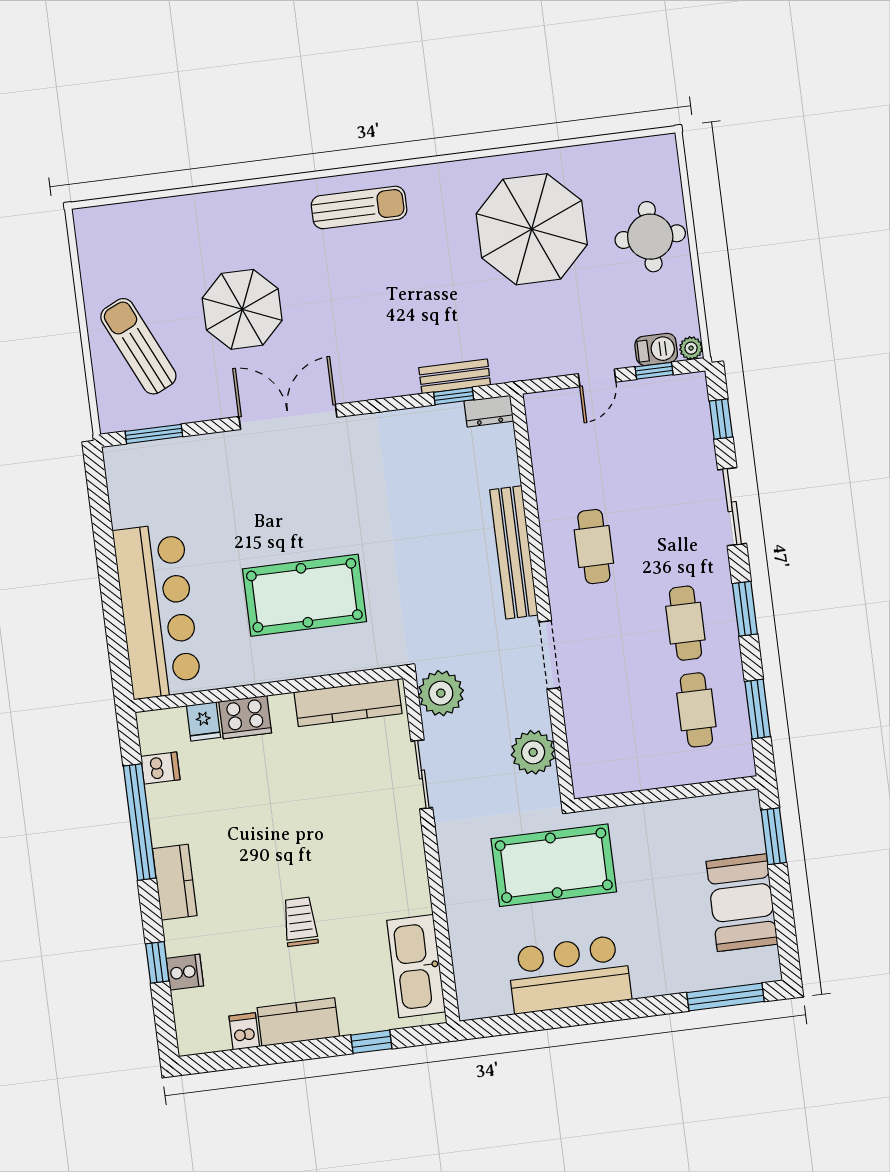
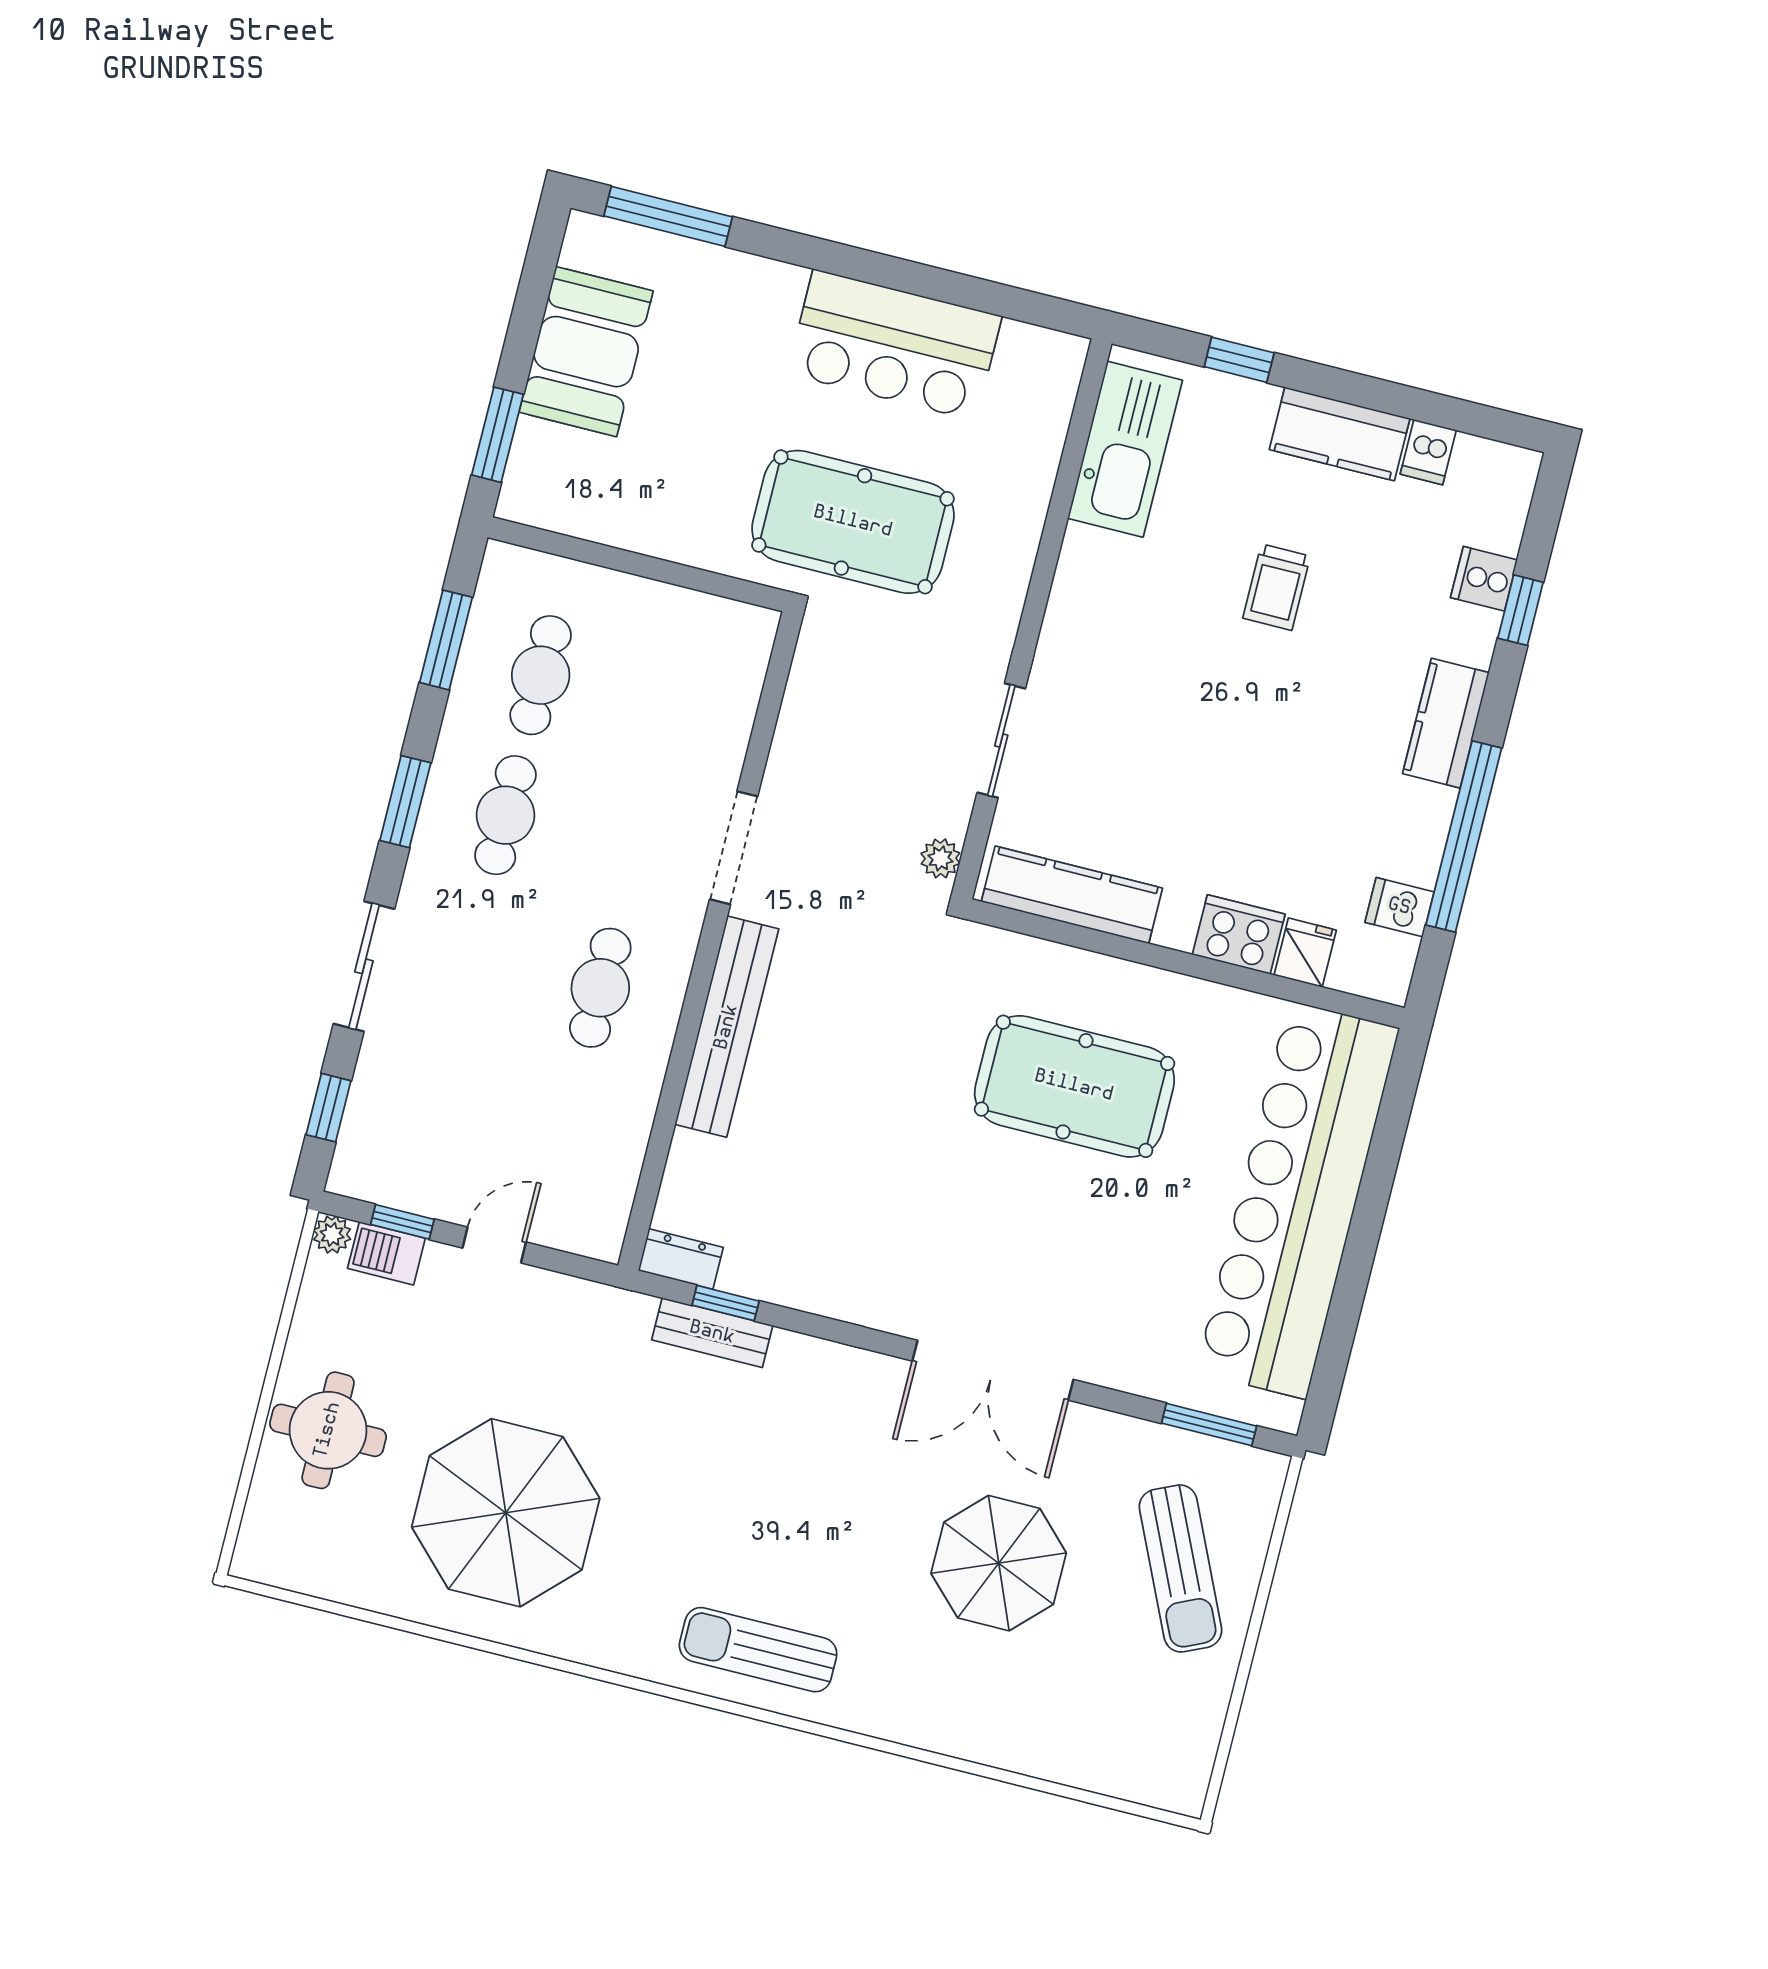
bar counter: (157, 611) -> (1298, 1200), width x1.36
plant: (441, 693) -> (940, 858), width x0.53, depth x0.53
plant: (533, 752) -> (817, 708), removed

